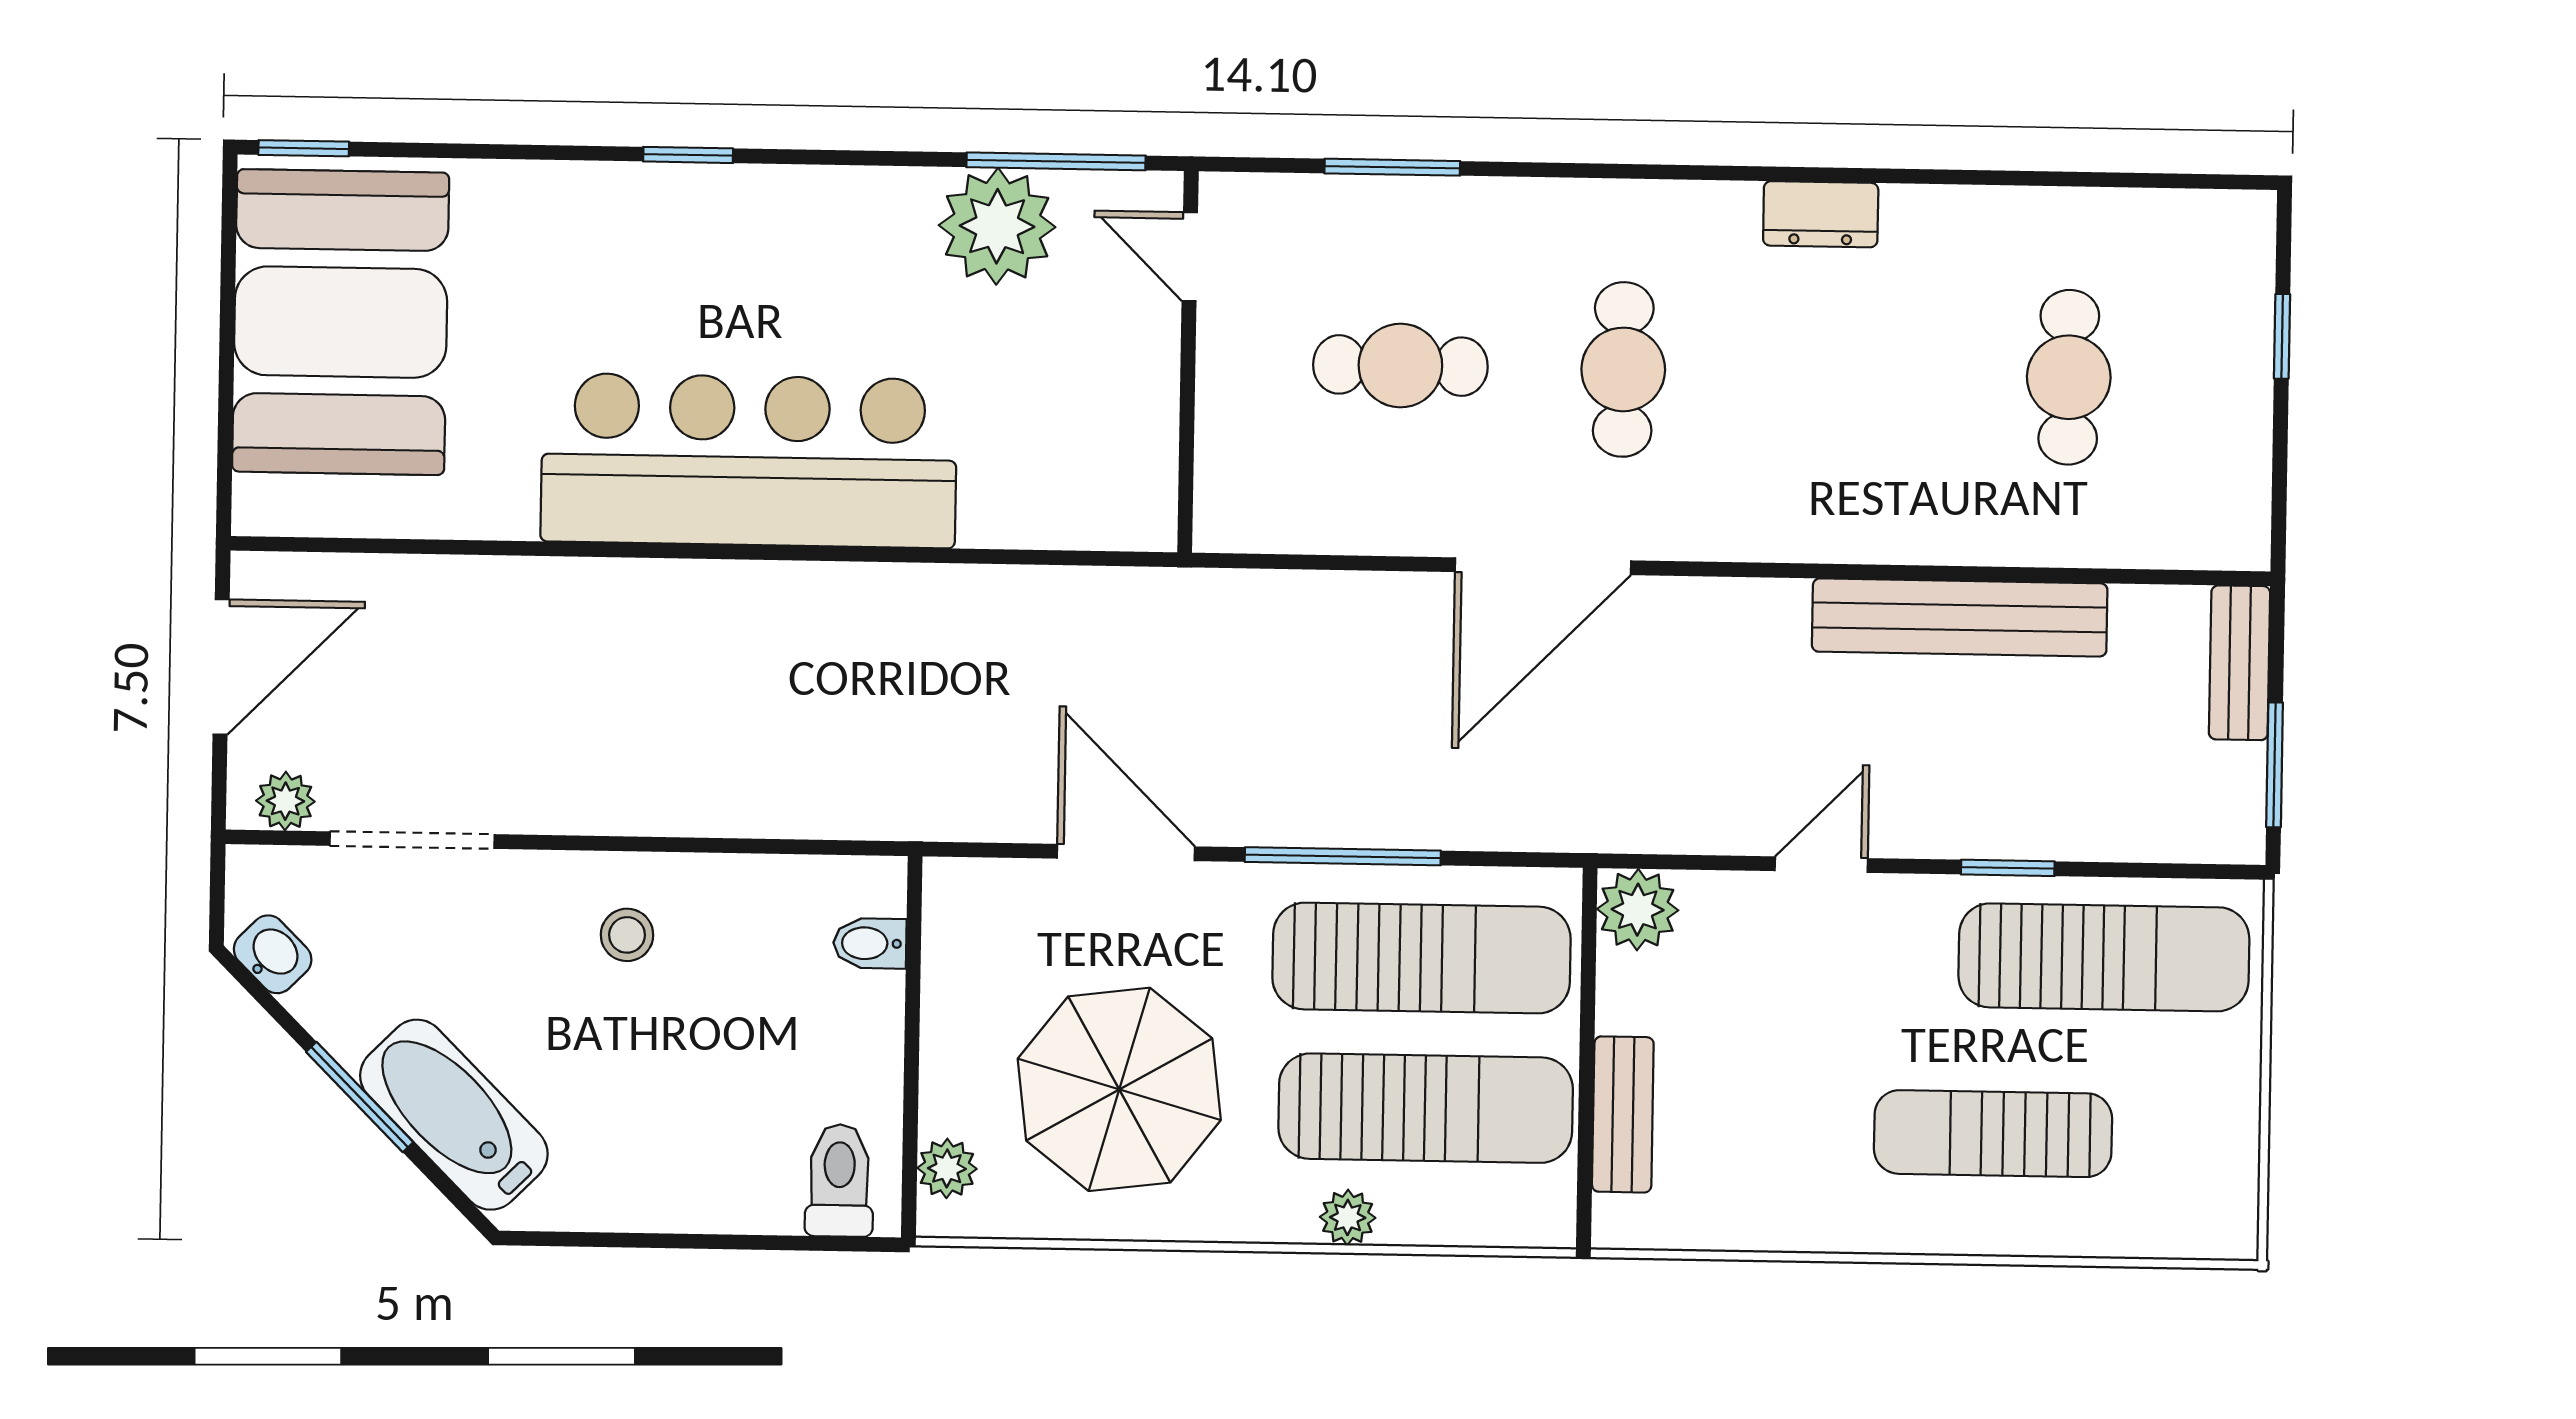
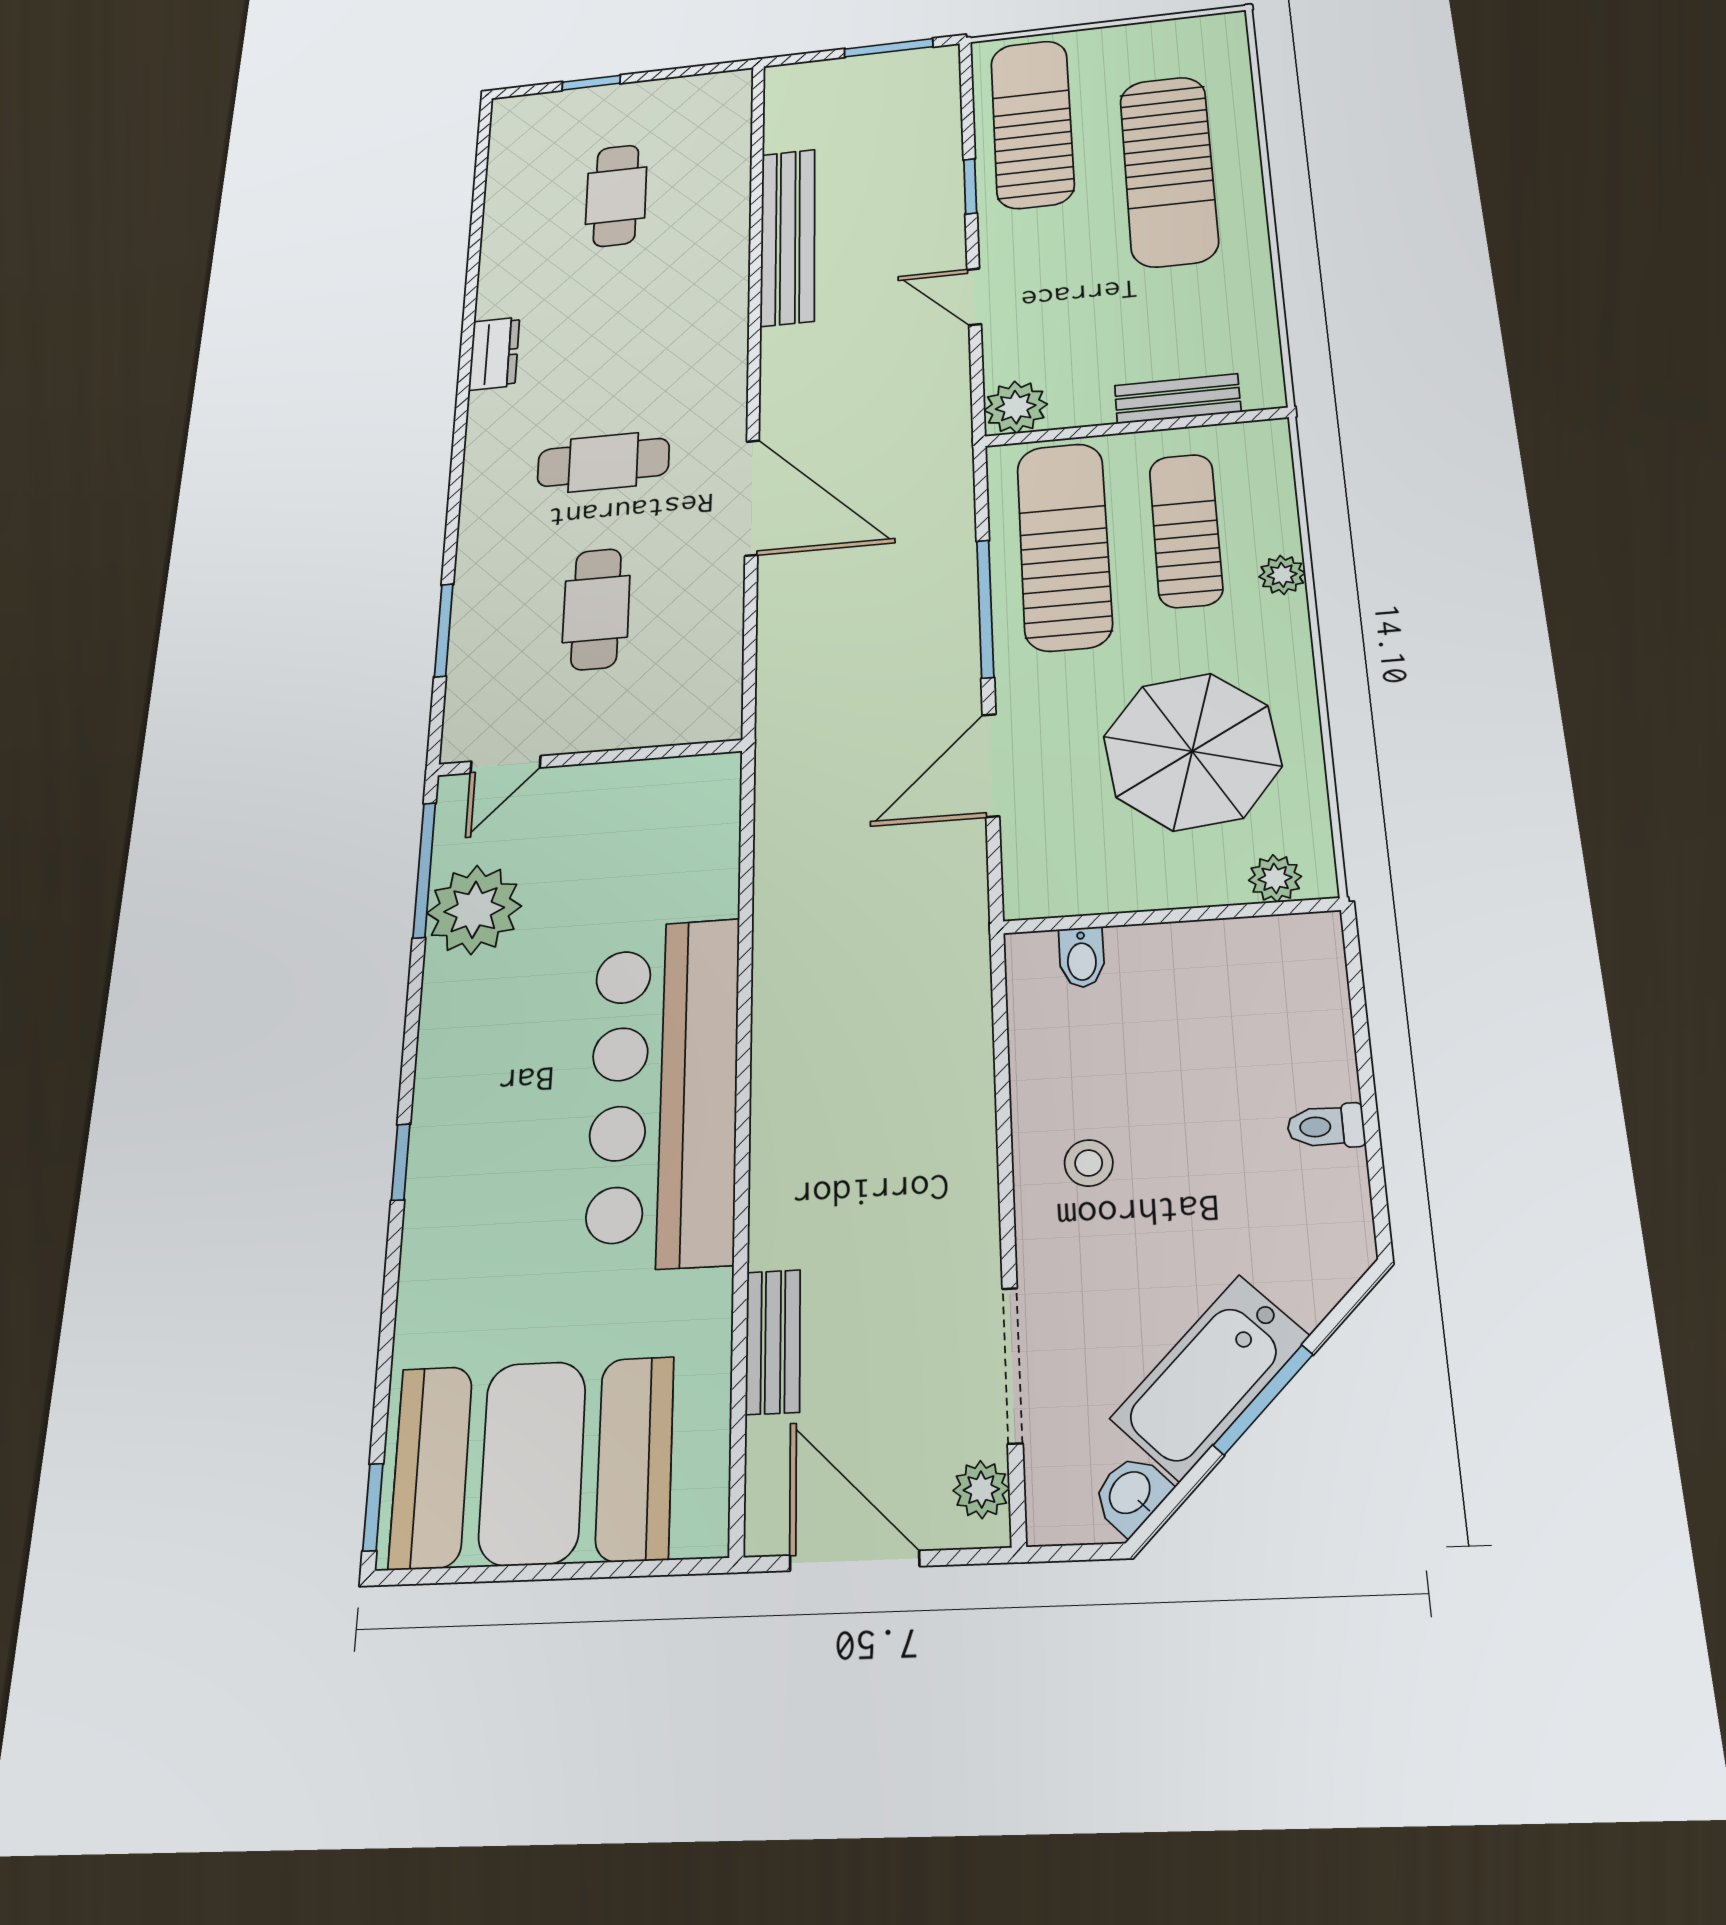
cafe table: (2069, 377) -> (616, 196), turned 90
bench: (2240, 663) -> (773, 1342), moved, turned 90
sun lounger: (1426, 1108) -> (1186, 530), width x0.73, depth x0.75
bathtub: (454, 1115) -> (1210, 1377), moved
sun lounger: (1993, 1134) -> (1169, 171), width x1.36, depth x1.34
toilet: (839, 1180) -> (1326, 1126), moved, width x0.73, depth x0.72

